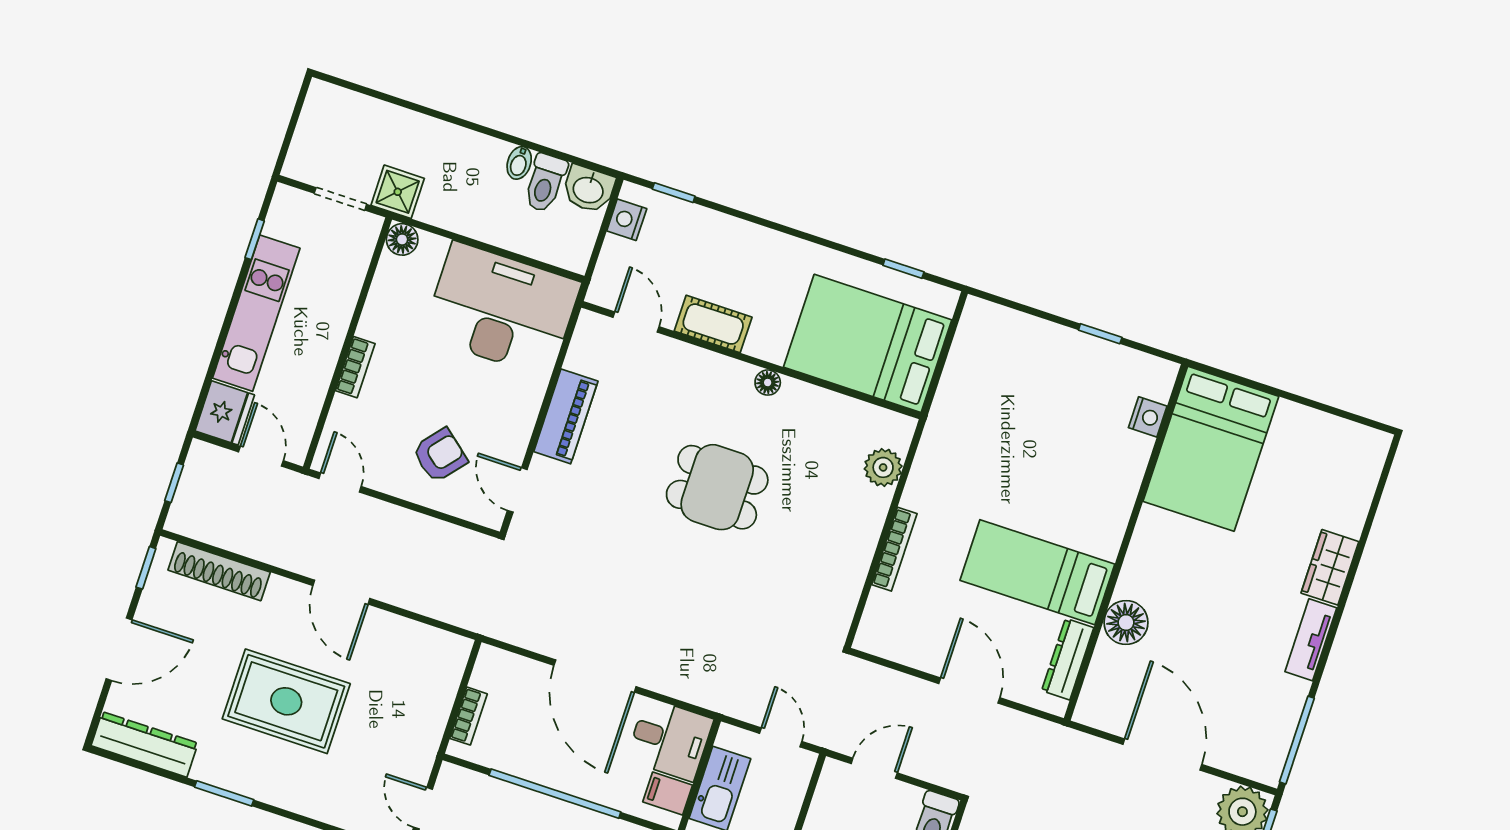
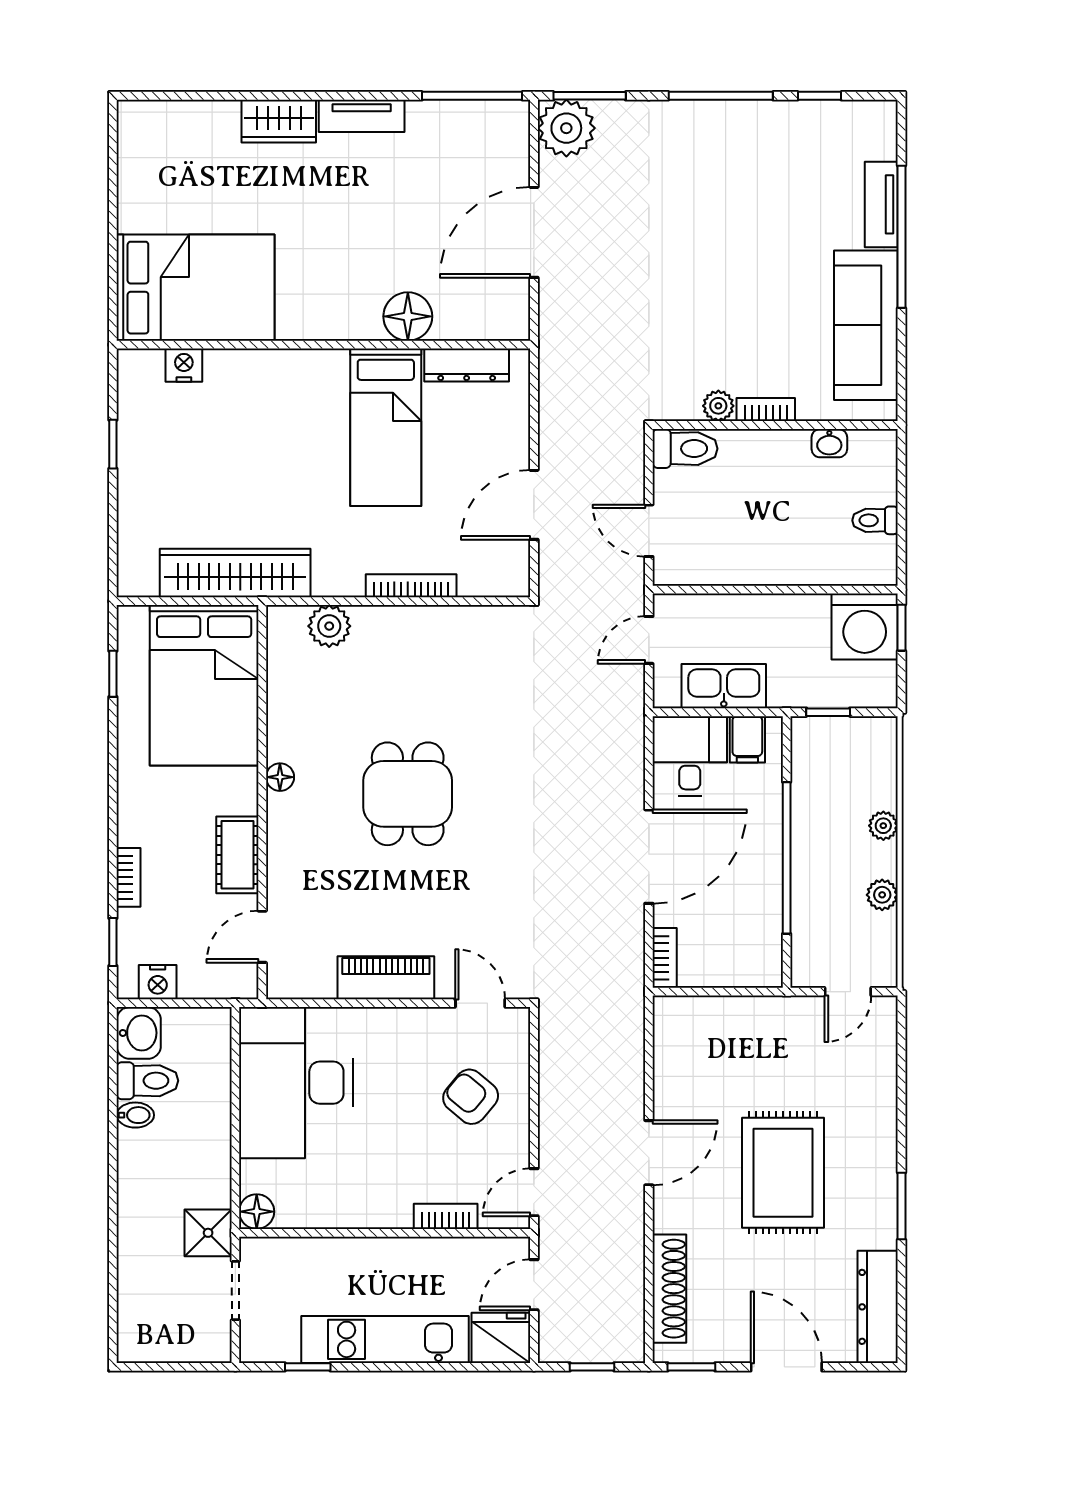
bookcase: (725, 224) -> (129, 877), added
bookcase: (355, 367) -> (446, 1216), moved
wardrobe: (955, 402) -> (235, 573), added
door: (517, 490) -> (480, 1003), swing flipped
door: (969, 691) -> (534, 505), moved
bookcase: (468, 716) -> (665, 958), moved, turned 90

